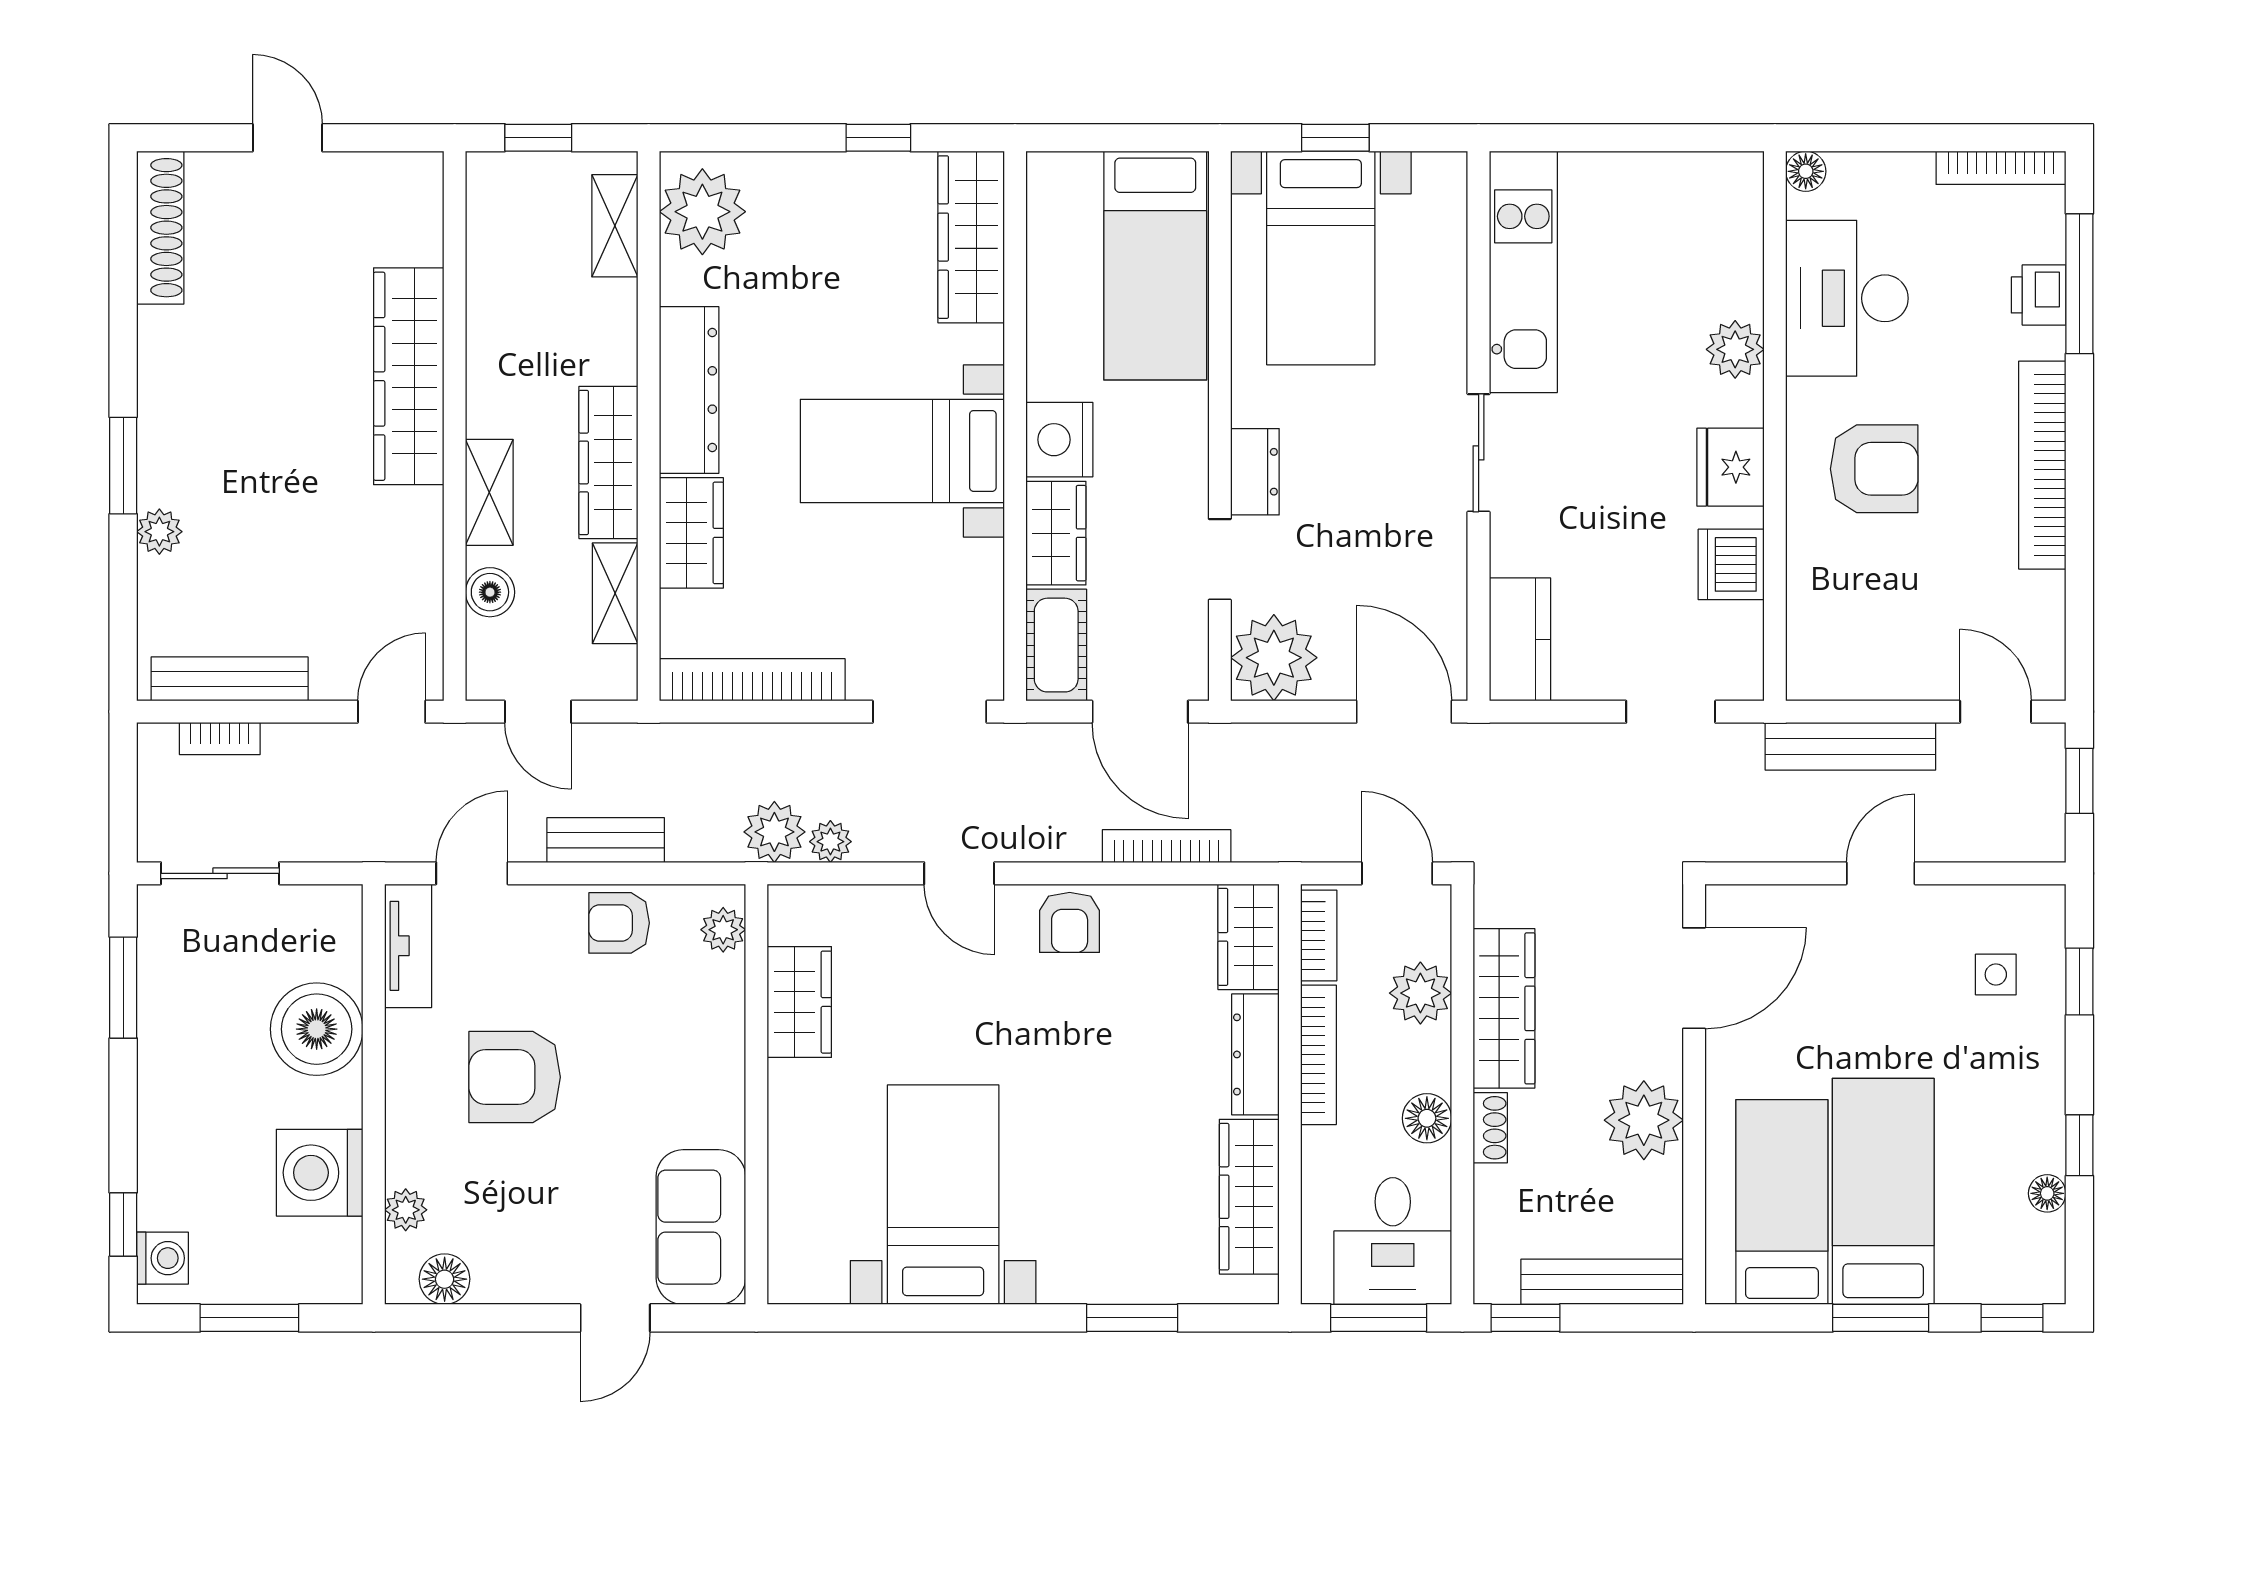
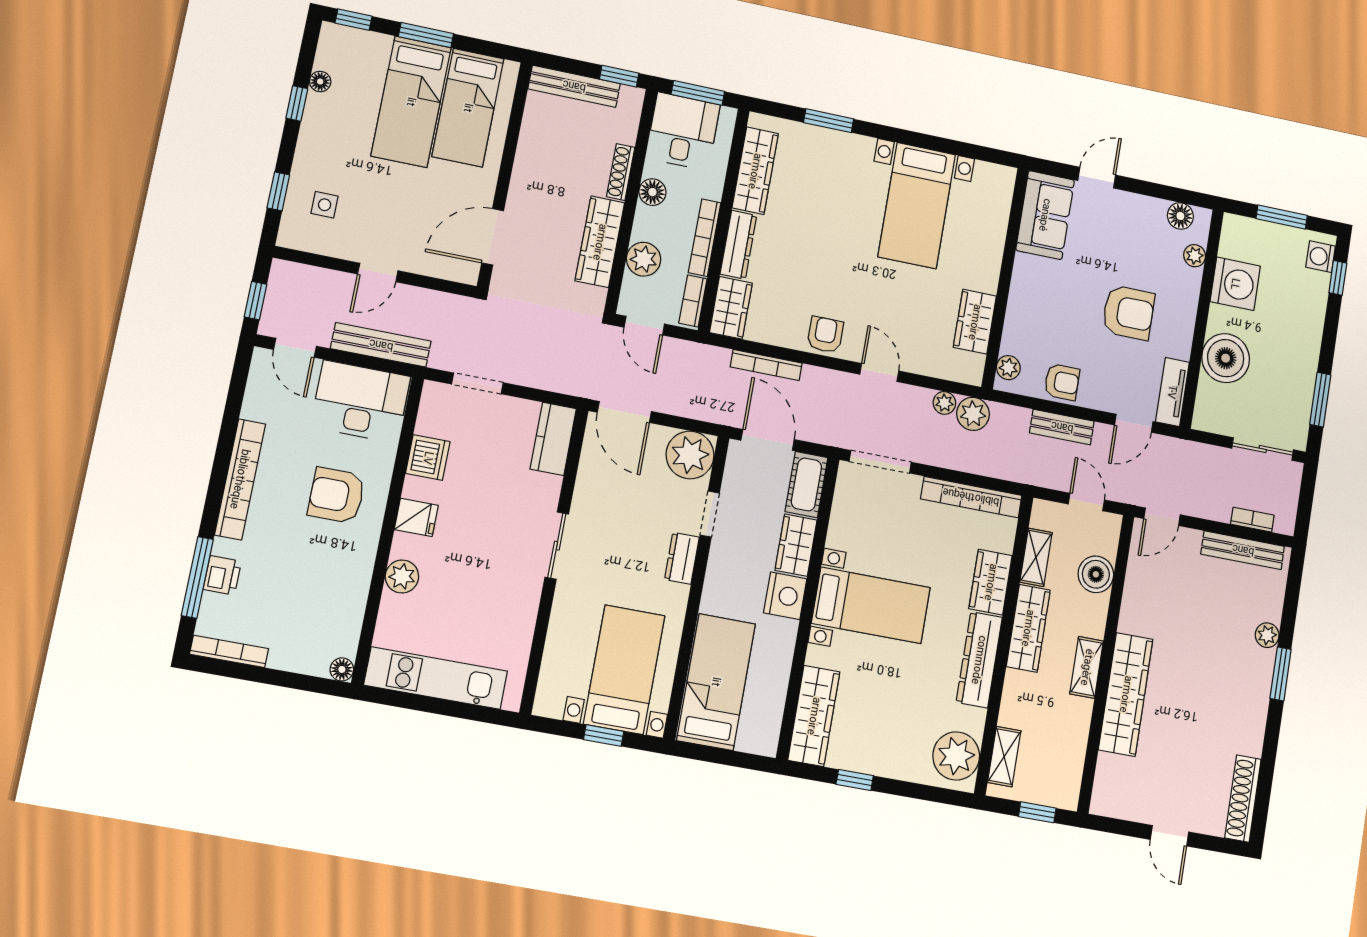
kitchen unit: (1523, 272) -> (436, 678), moved, turned 90
desk: (1847, 298) -> (360, 402), moved, turned -90
fridge: (1731, 467) -> (416, 517), width x0.72
shelving: (489, 492) -> (1087, 667), moved
boiler: (490, 592) -> (1096, 574), width x1.36, depth x1.36
plant: (1644, 1120) -> (535, 167), removed
shoe rack: (1490, 1128) -> (621, 172), width x1.43

